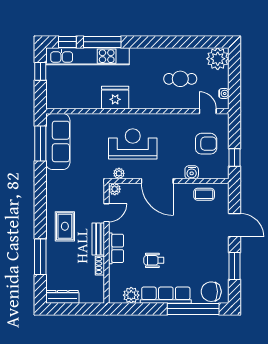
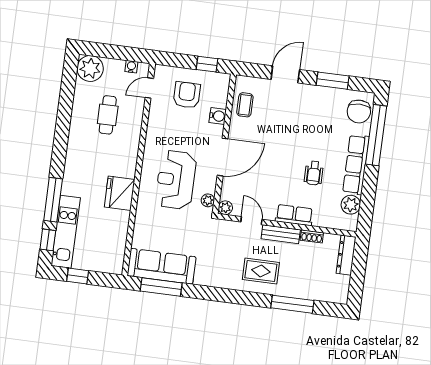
kitchen unit: (87, 56) -> (66, 232), width x0.73
dresser: (62, 297) -> (346, 255), moved

